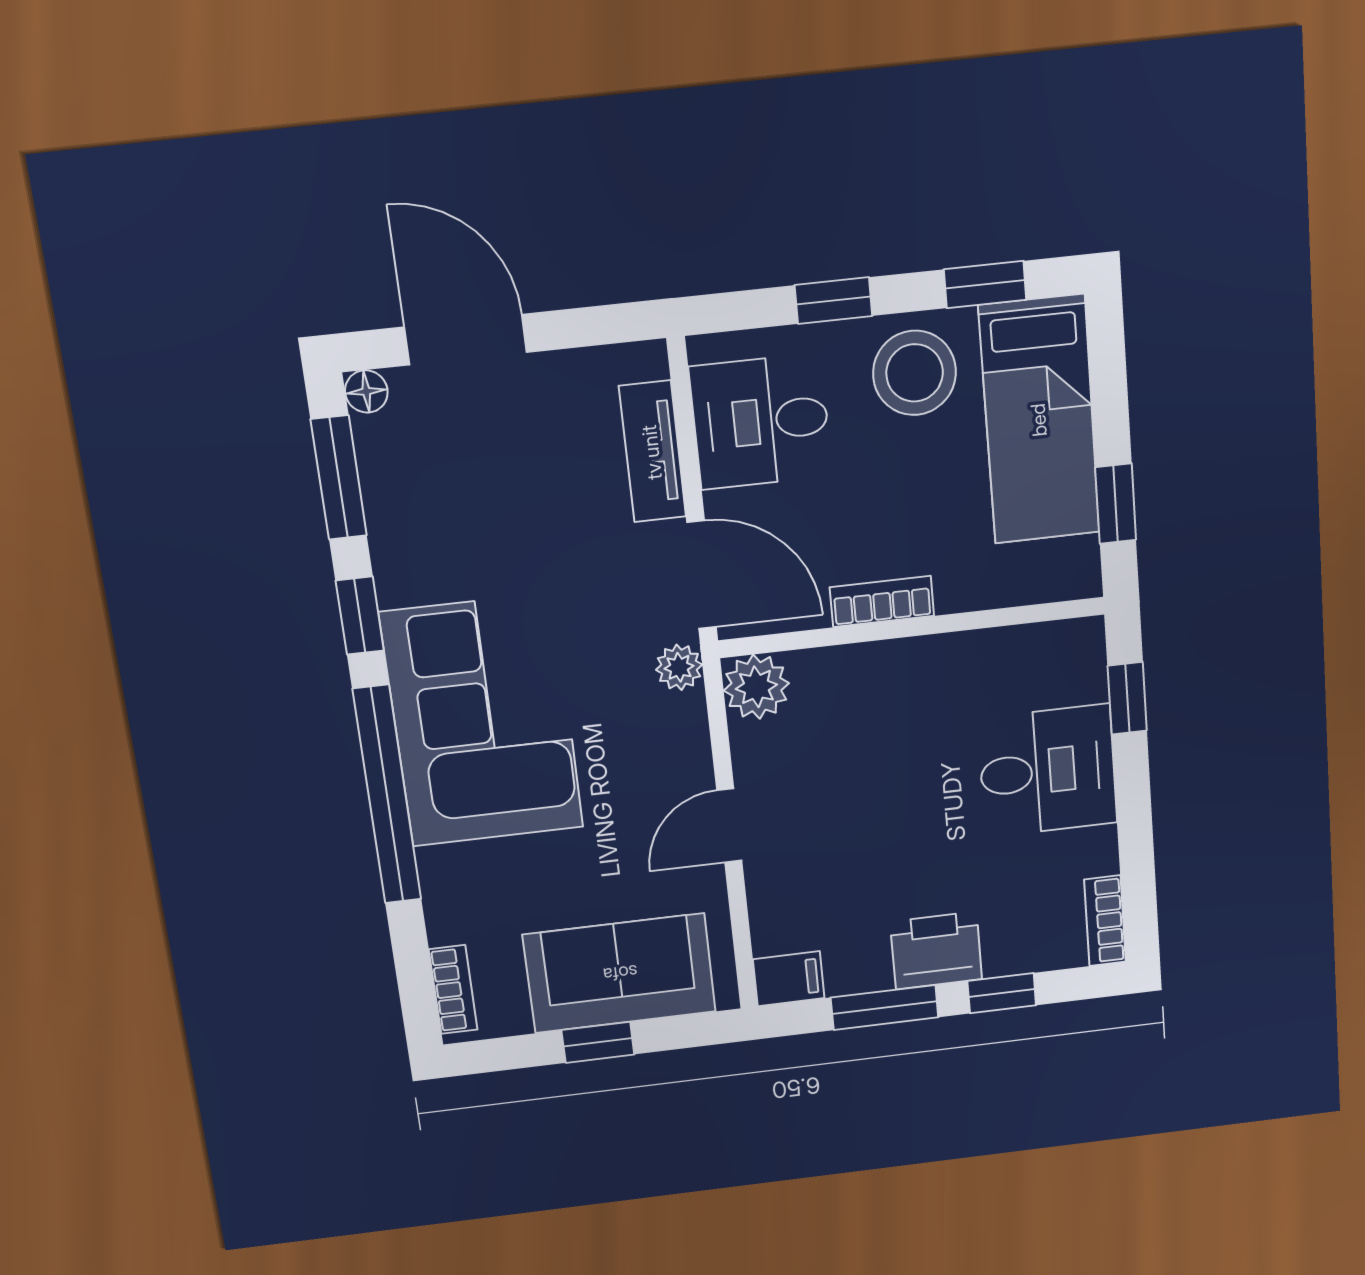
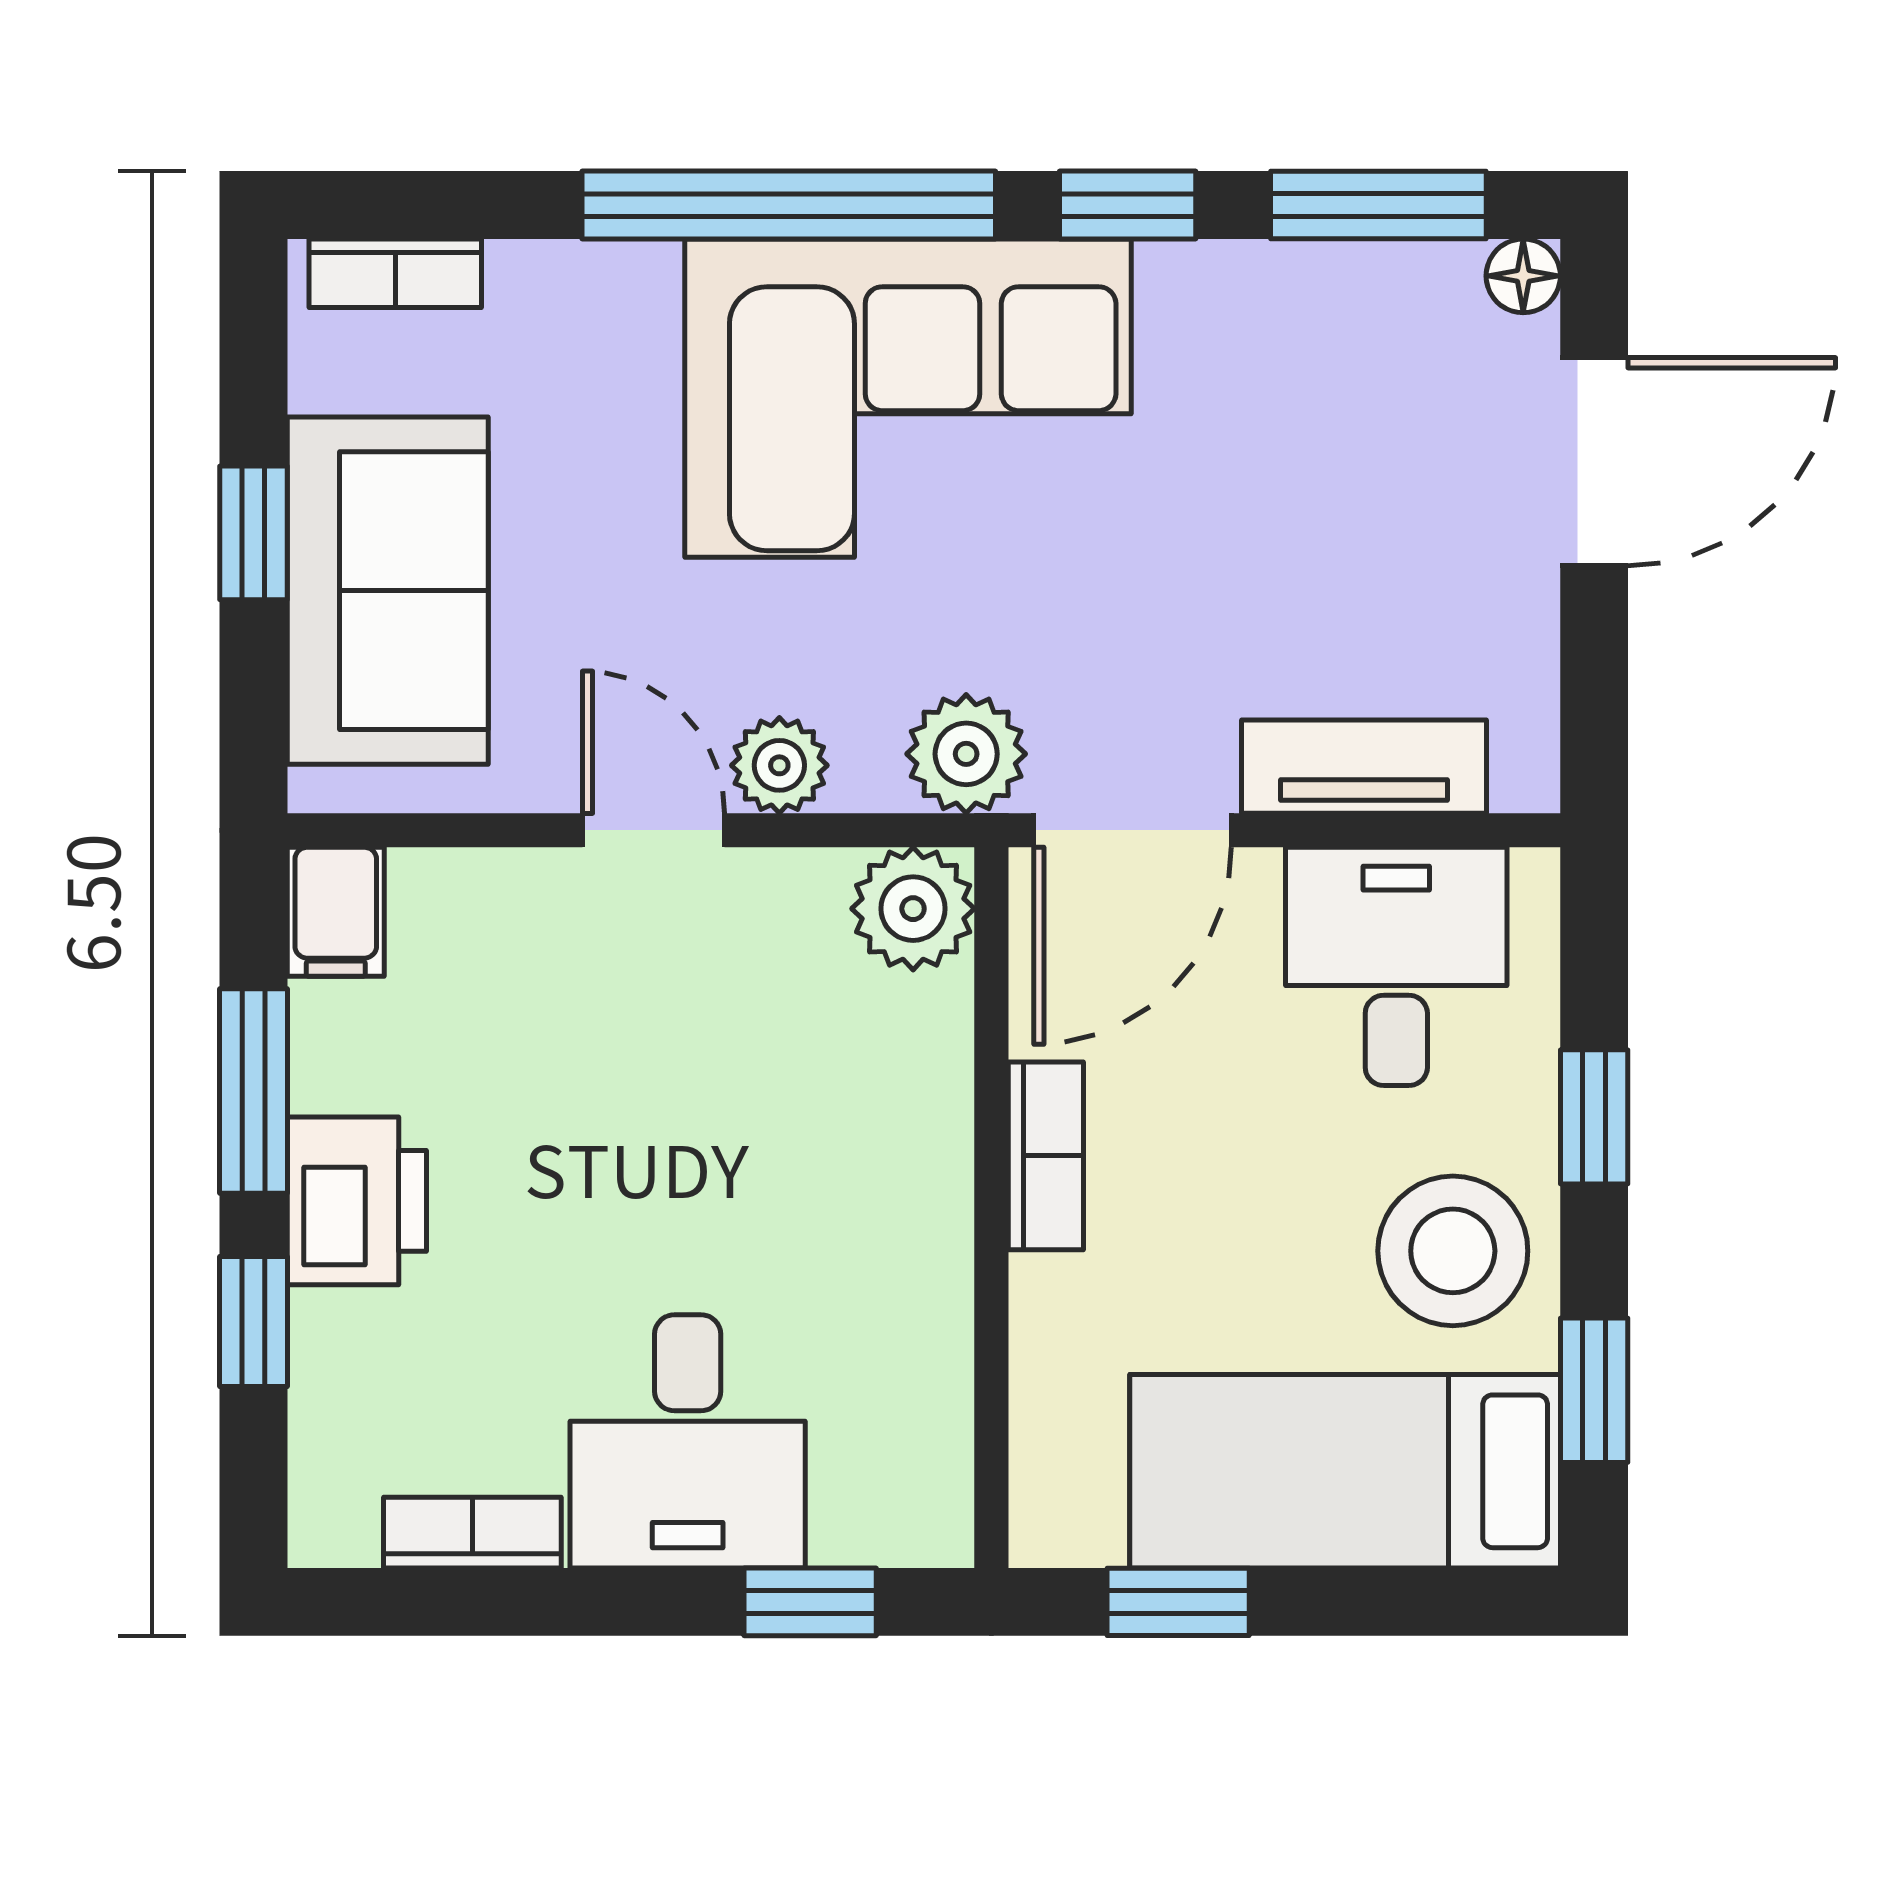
plant: (679, 667) -> (966, 754), width x1.38, depth x1.38
plant: (688, 765) -> (779, 765), added
bookcase: (1105, 921) -> (472, 1533), moved

